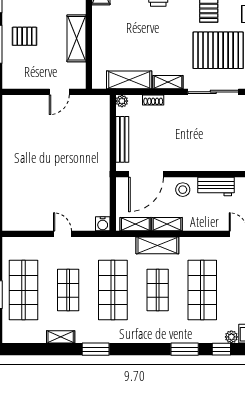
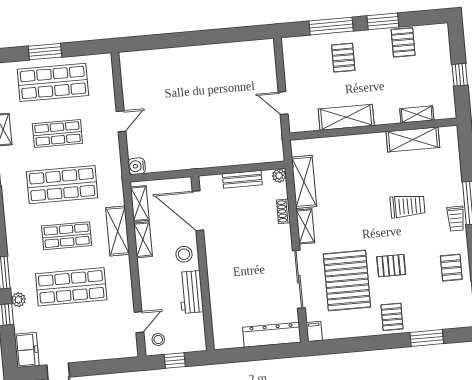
bench: (122, 139) -> (242, 179), width x0.73
plant: (231, 337) -> (18, 300), moved

